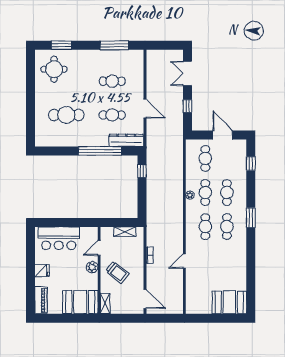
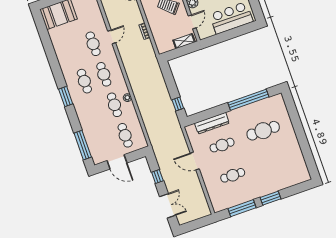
window: (62, 45) -> (271, 198), moved
round table: (54, 69) -> (289, 168), removed
dresser: (126, 140) -> (212, 123), moved
window: (100, 151) -> (248, 100), moved
window: (251, 163) -> (83, 145), width x2.17
cafe table: (227, 192) -> (93, 44), moved
shelving: (125, 232) -> (184, 41), moved

